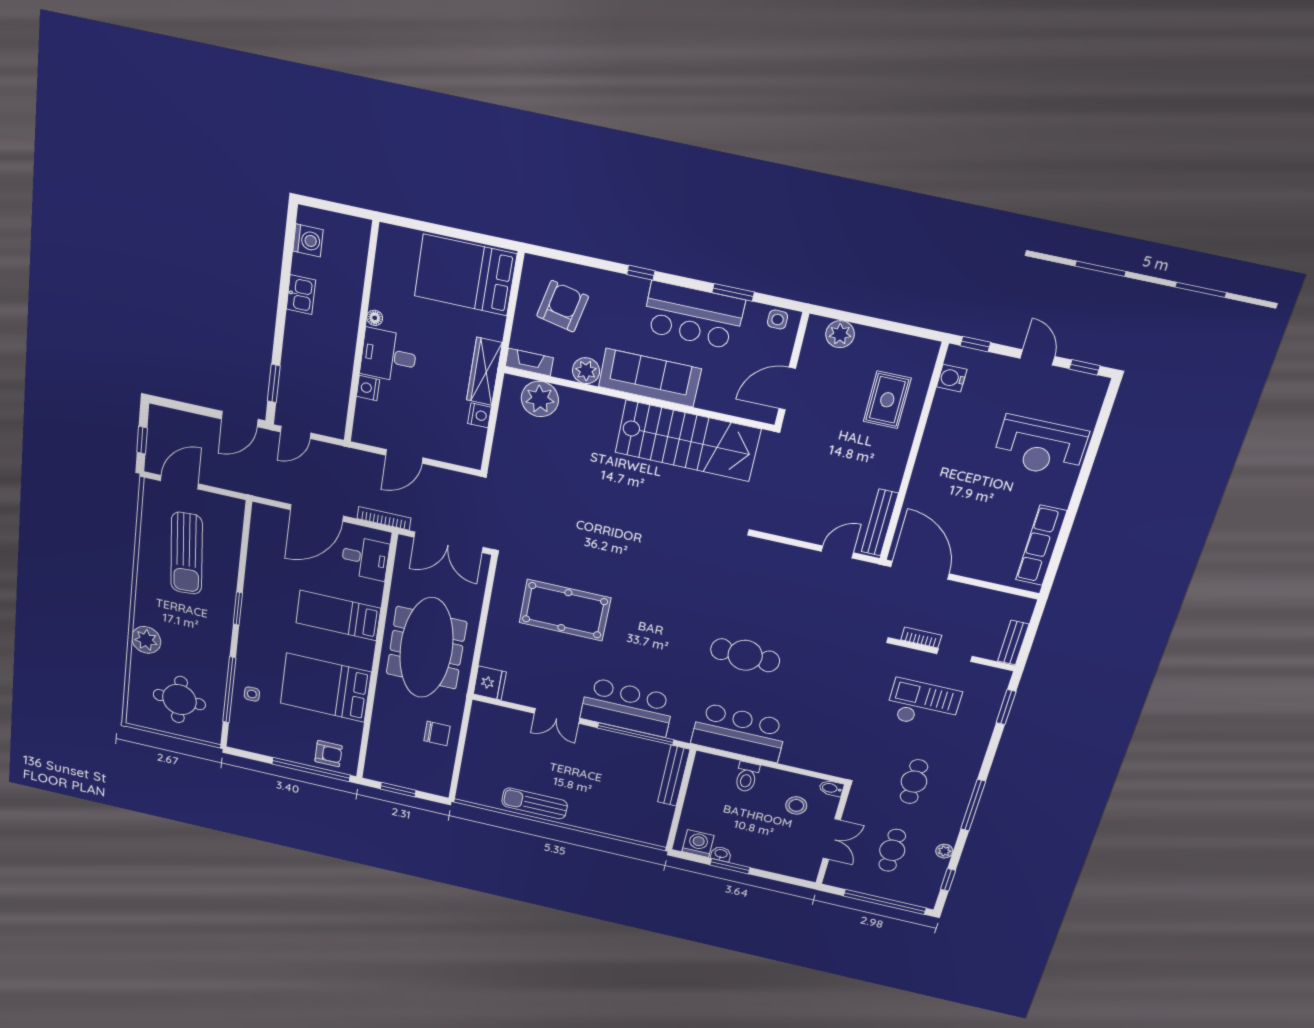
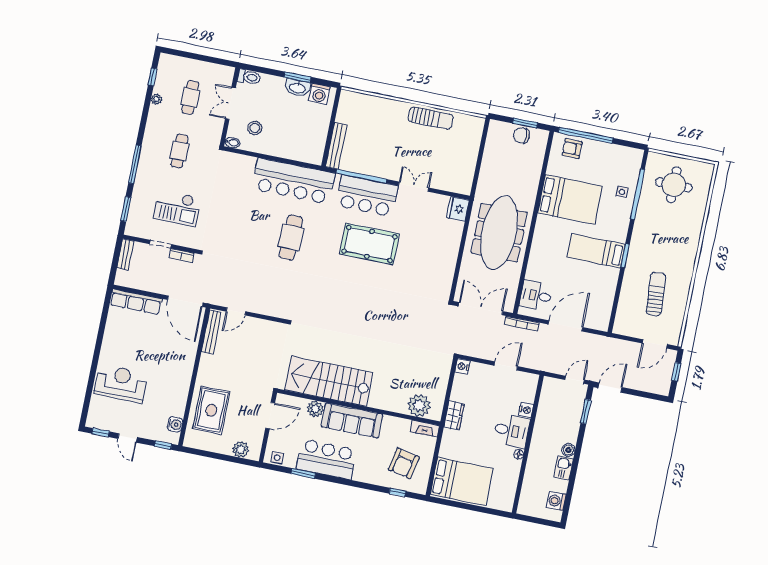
window: (641, 273) -> (397, 492), moved
boiler: (295, 323) -> (568, 450), added
wardrobe: (484, 371) -> (454, 416), width x0.67
plant: (586, 371) -> (315, 409), moved
rug: (887, 400) -> (211, 410), width x1.36, depth x1.43
nightstand: (480, 415) -> (462, 366), moved
row of seats: (1041, 545) -> (136, 302), moved, turned 90
sun lounger: (187, 553) -> (656, 294), width x0.73, depth x0.75
pool table: (565, 610) -> (369, 244), moved
bed: (338, 616) -> (596, 251), moved, turned 180
plant: (146, 640) -> (692, 229), removed
cafe table: (745, 655) -> (291, 238), turned 90
bar counter: (739, 732) -> (294, 181), width x1.36
chair: (437, 733) -> (522, 135), moved
toilet: (747, 777) -> (249, 77), moved, turned 90
window: (973, 805) -> (135, 164), moved
washbasin: (721, 854) -> (298, 88), width x1.91, depth x1.45
window: (885, 902) -> (193, 56), removed

